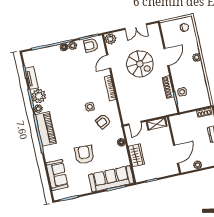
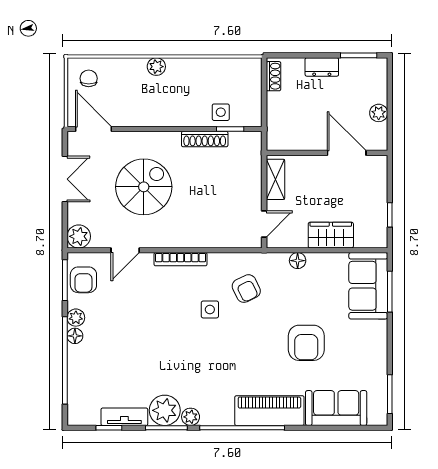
door: (166, 57) -> (94, 129), moved
door: (109, 62) -> (125, 250), hinge flipped
door: (135, 123) -> (264, 224), hinge flipped
piano: (46, 129) -> (269, 411), moved
armchair: (84, 155) -> (306, 343), turned -93
sofa: (111, 179) -> (368, 286), width x0.73

